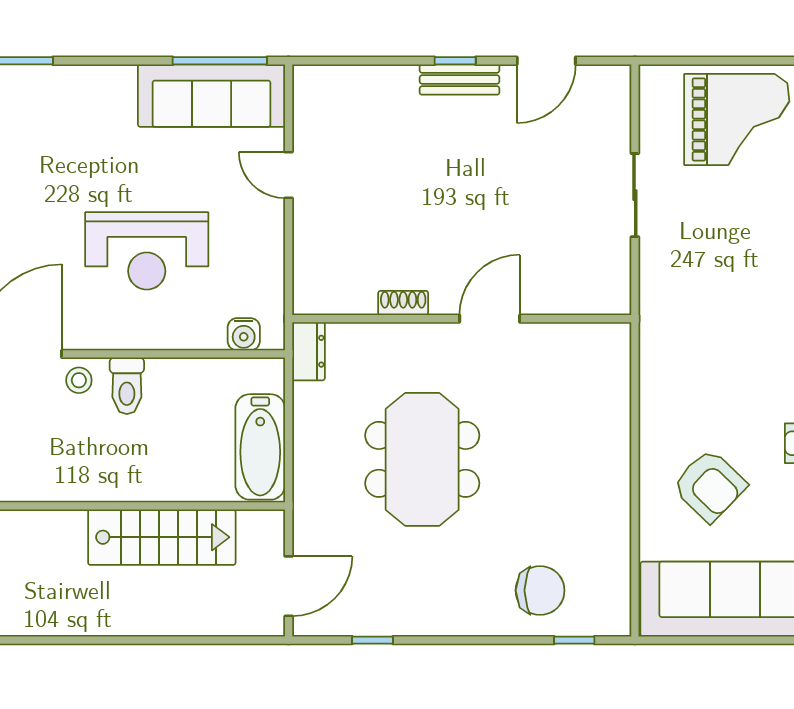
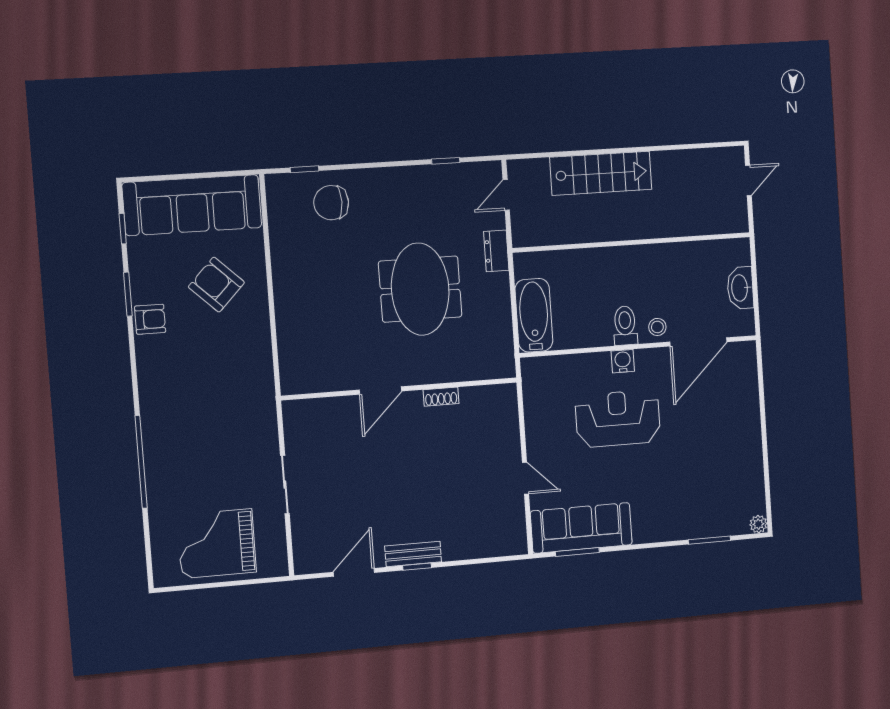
window: (220, 61) -> (577, 552), width x0.69
water cooler: (244, 334) -> (623, 361), moved
dresser: (309, 351) -> (496, 251), moved
bathtub: (260, 447) -> (534, 315), moved
stairs: (162, 537) -> (601, 173), moved, turned 180
door: (289, 586) -> (506, 195), width x0.73

